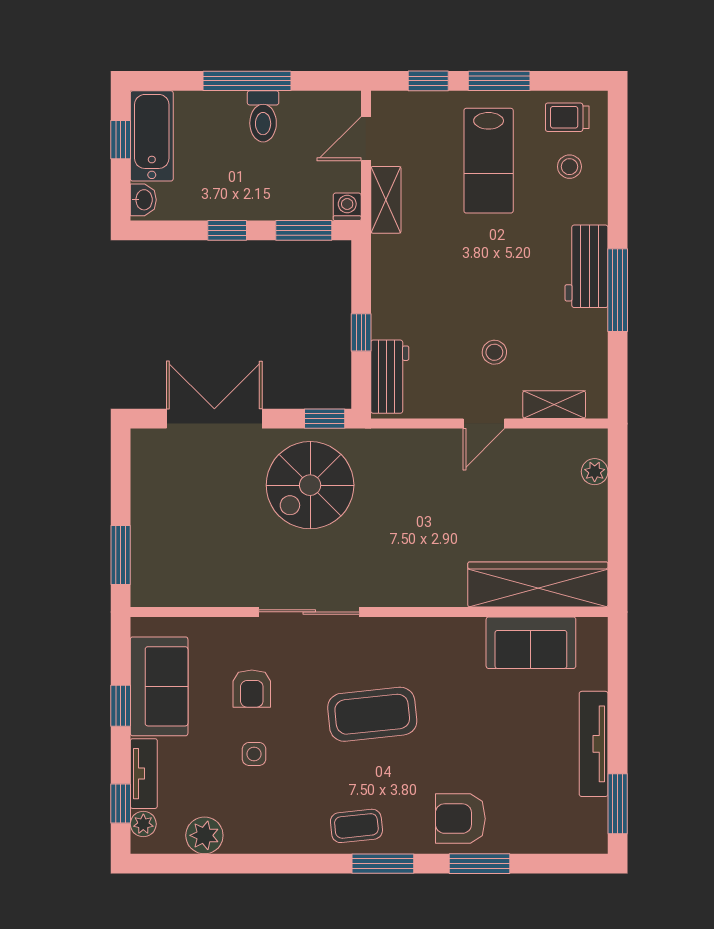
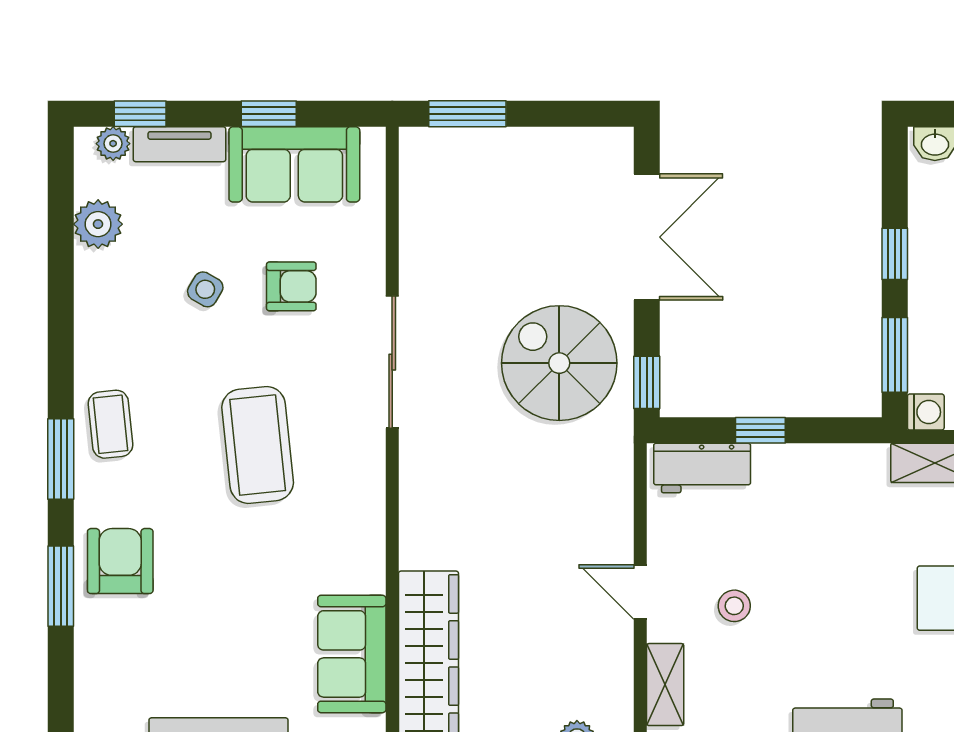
armchair: (252, 689) -> (291, 286), turned 180
side table: (254, 754) -> (205, 289), turned 30

